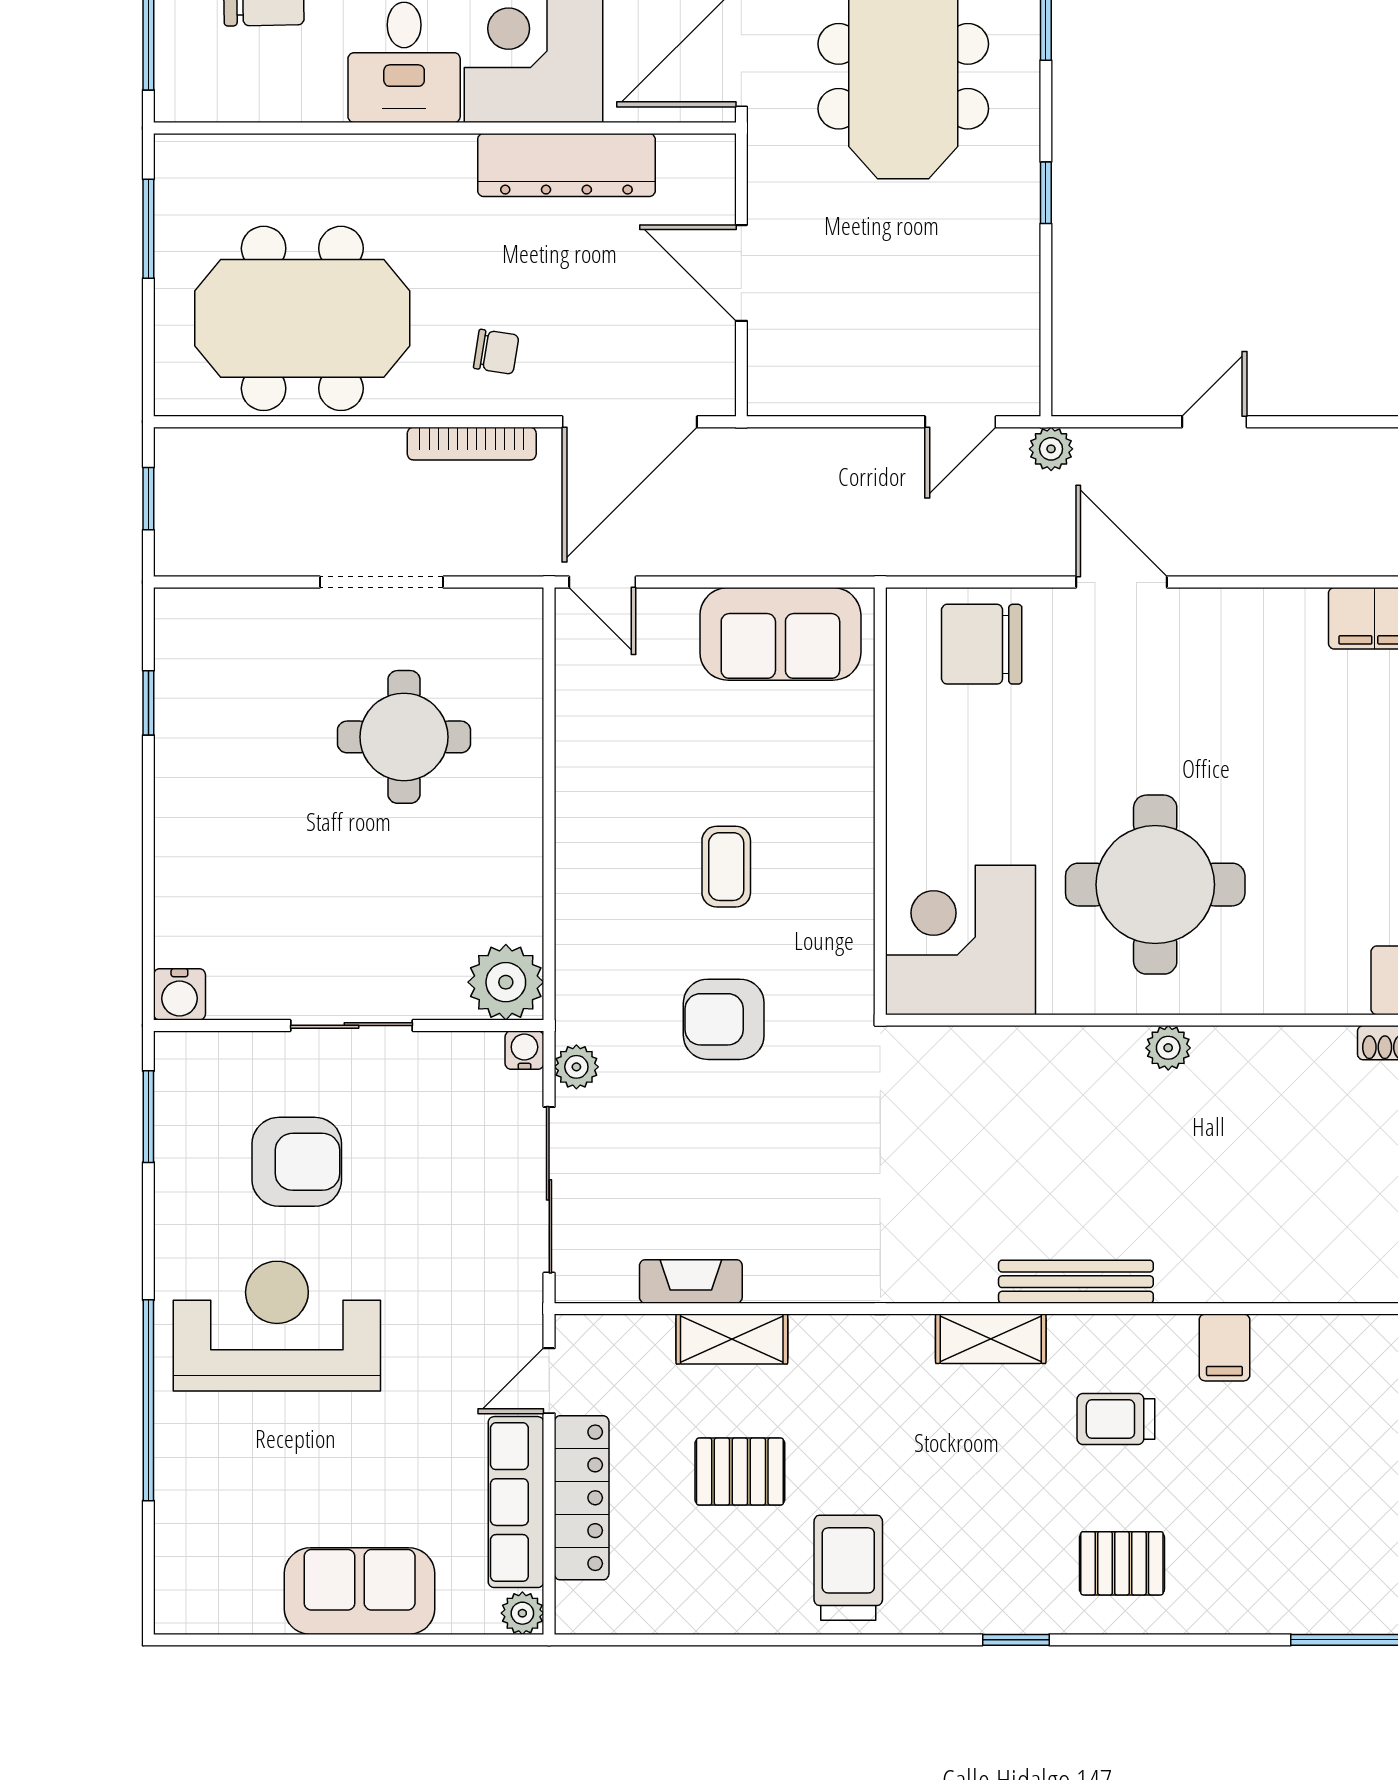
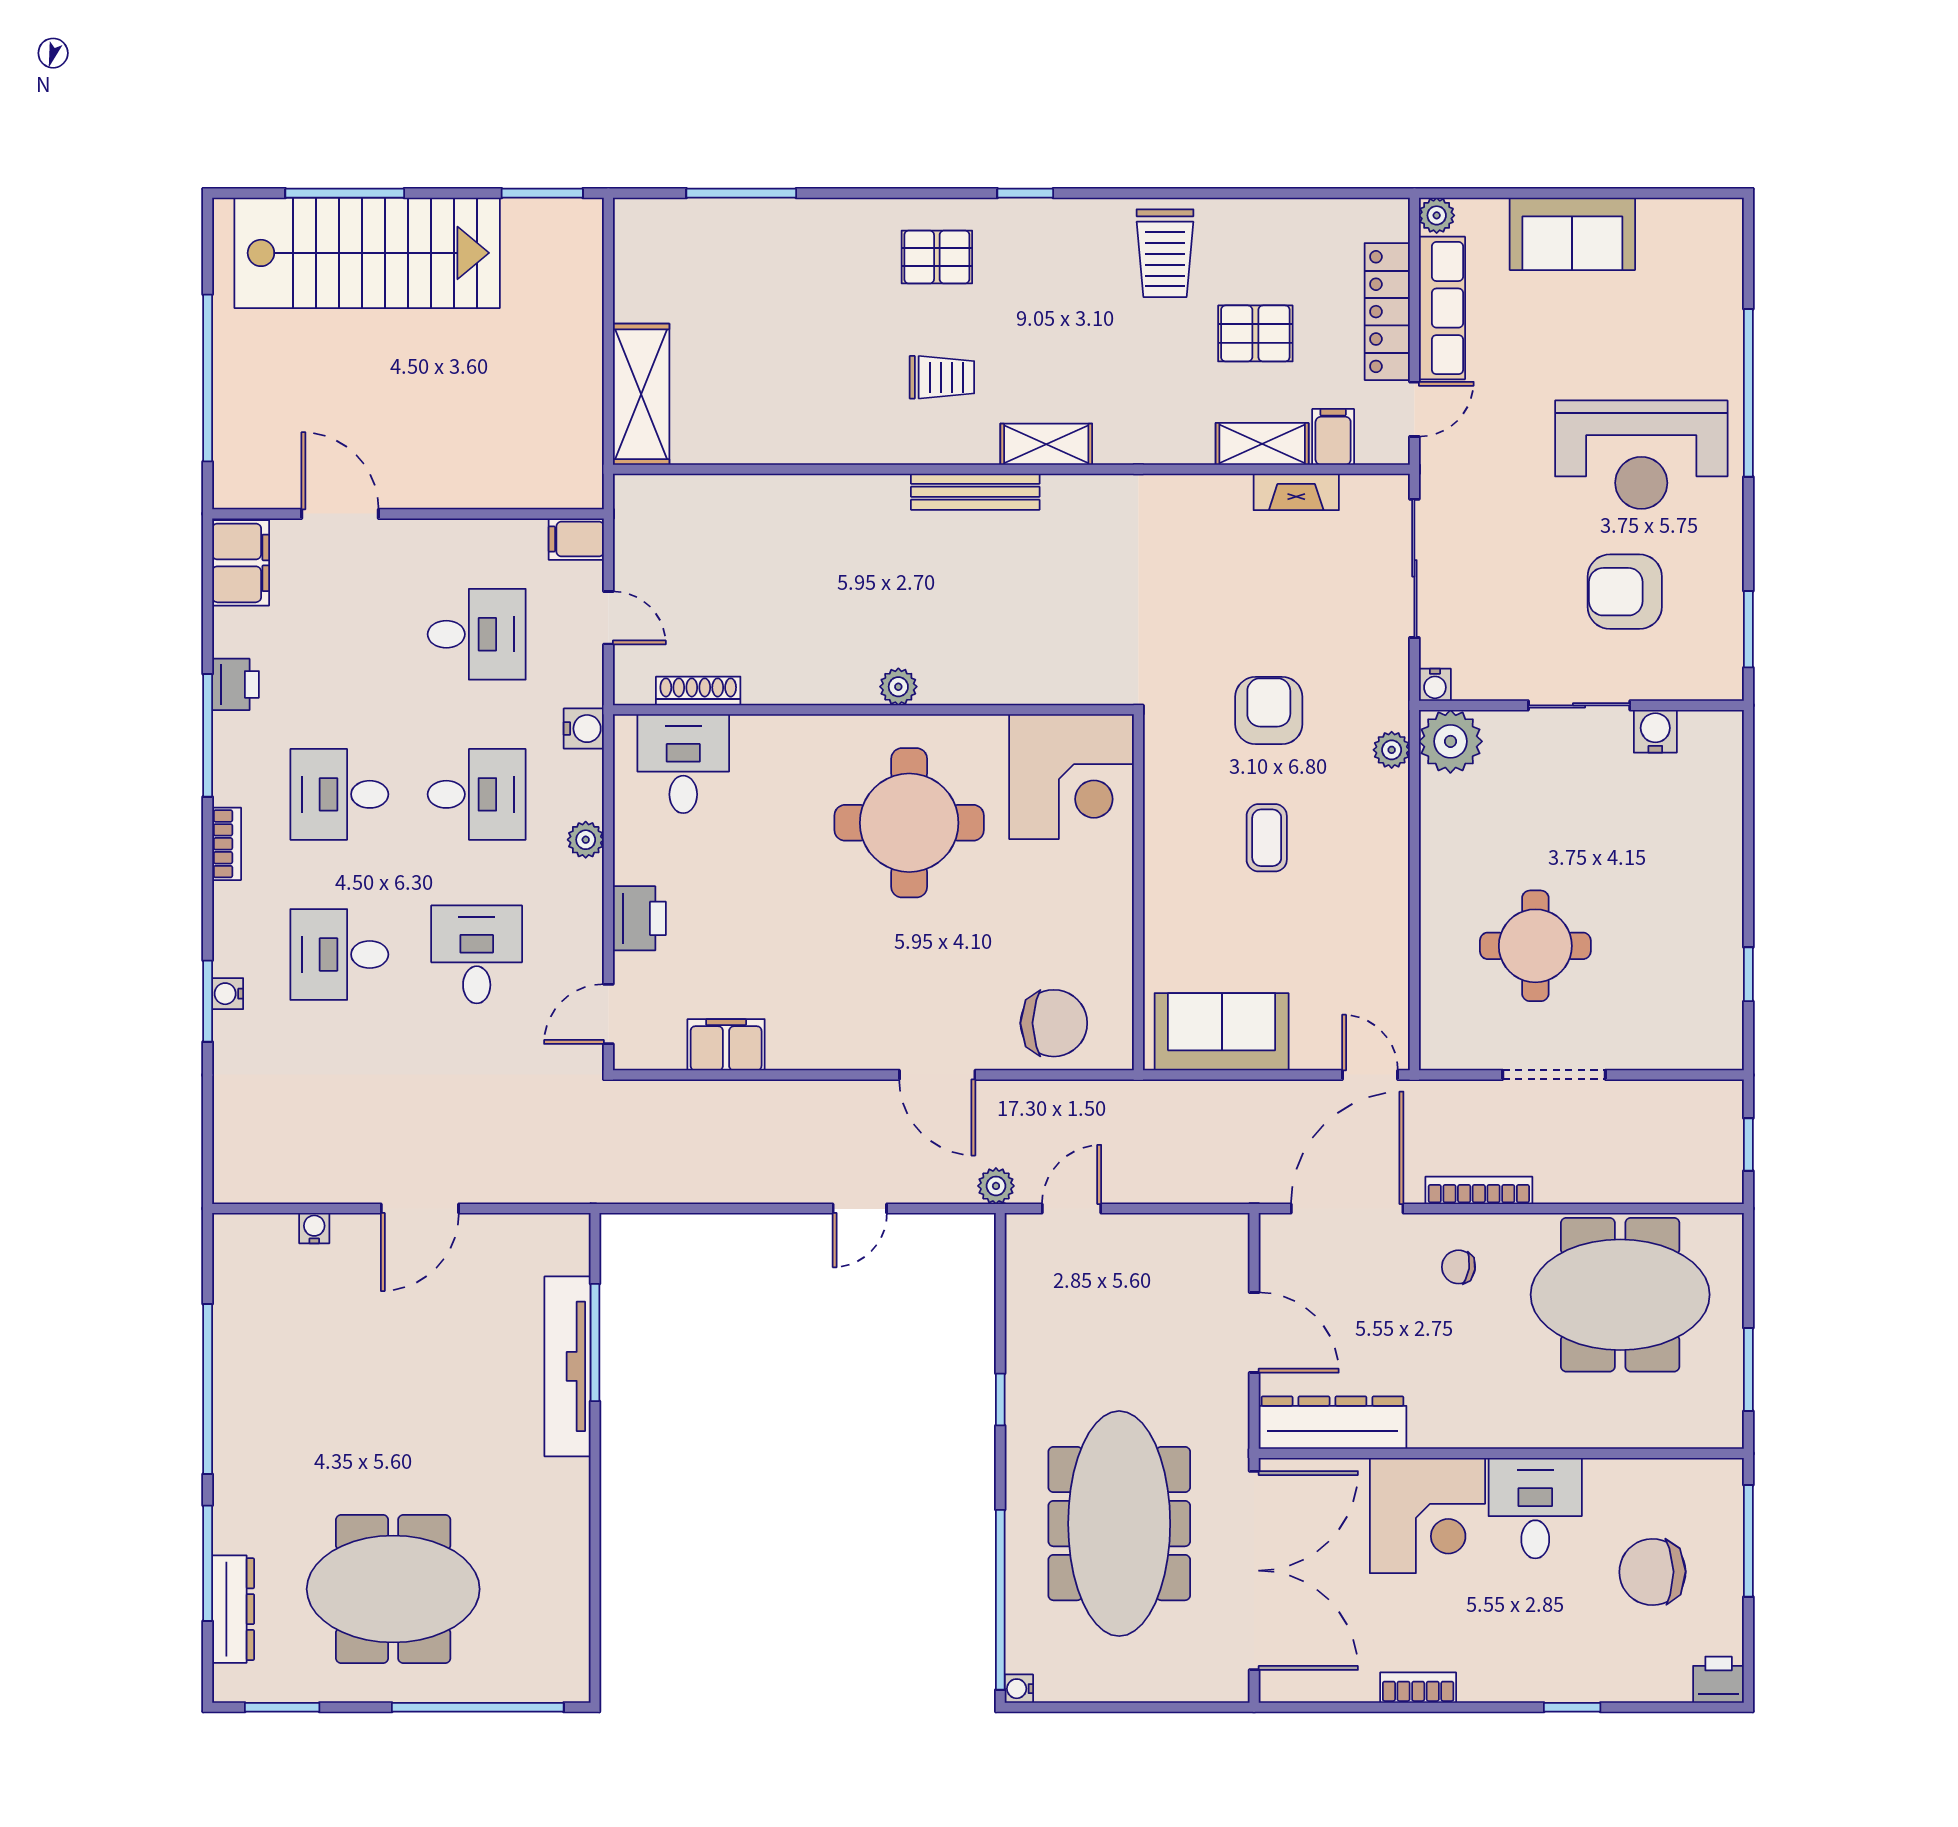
dresser: (566, 165) -> (1332, 1423), moved
water cooler: (179, 994) -> (1655, 731), moved
armchair: (724, 1019) -> (1269, 710), turned -90
plant: (576, 1067) -> (1392, 750), moved
filing cabinet: (1224, 1348) -> (1333, 437), moved

